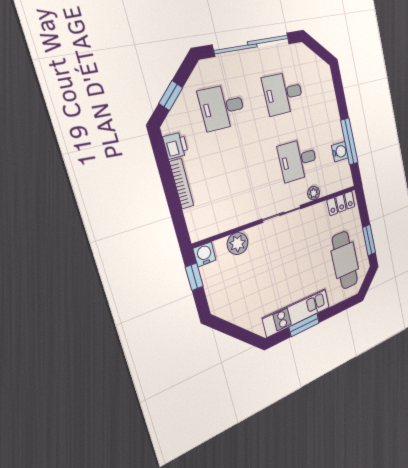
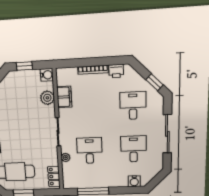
sliding door: (252, 44) -> (167, 134), width x0.73
window: (171, 96) -> (154, 82), moved
water cooler: (340, 152) -> (134, 181), moved
filing cabinet: (231, 218) -> (64, 97), added
window: (194, 277) -> (24, 66), moved

